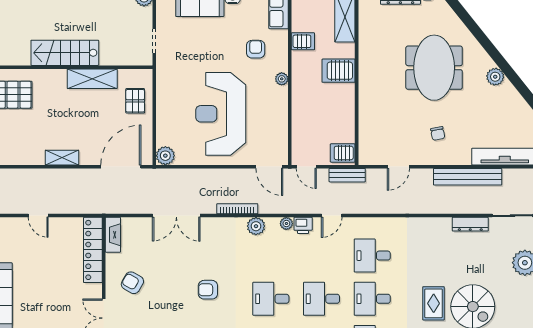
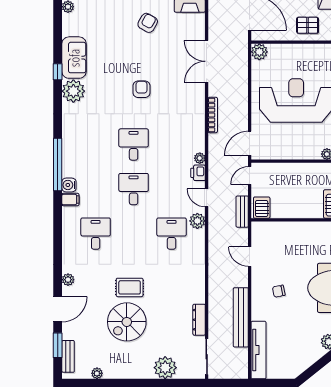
plant: (256, 226) -> (197, 221), moved
desk: (372, 299) -> (134, 234), removed

